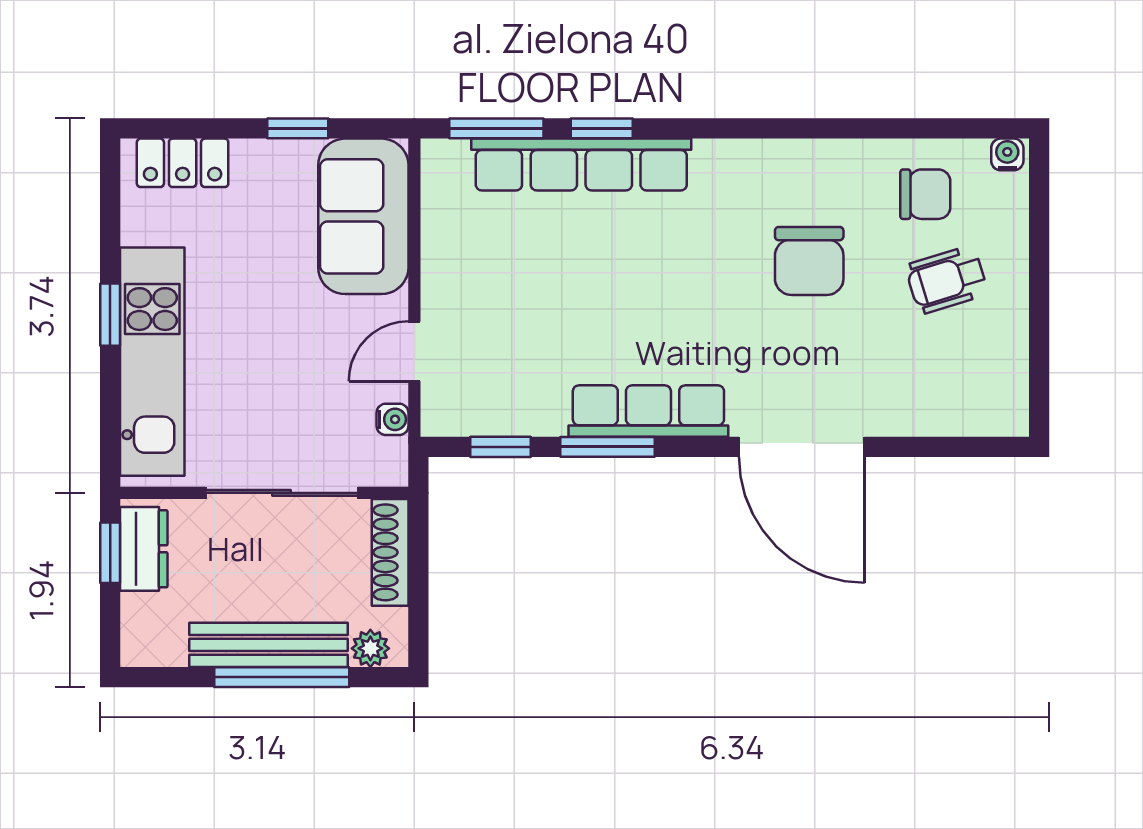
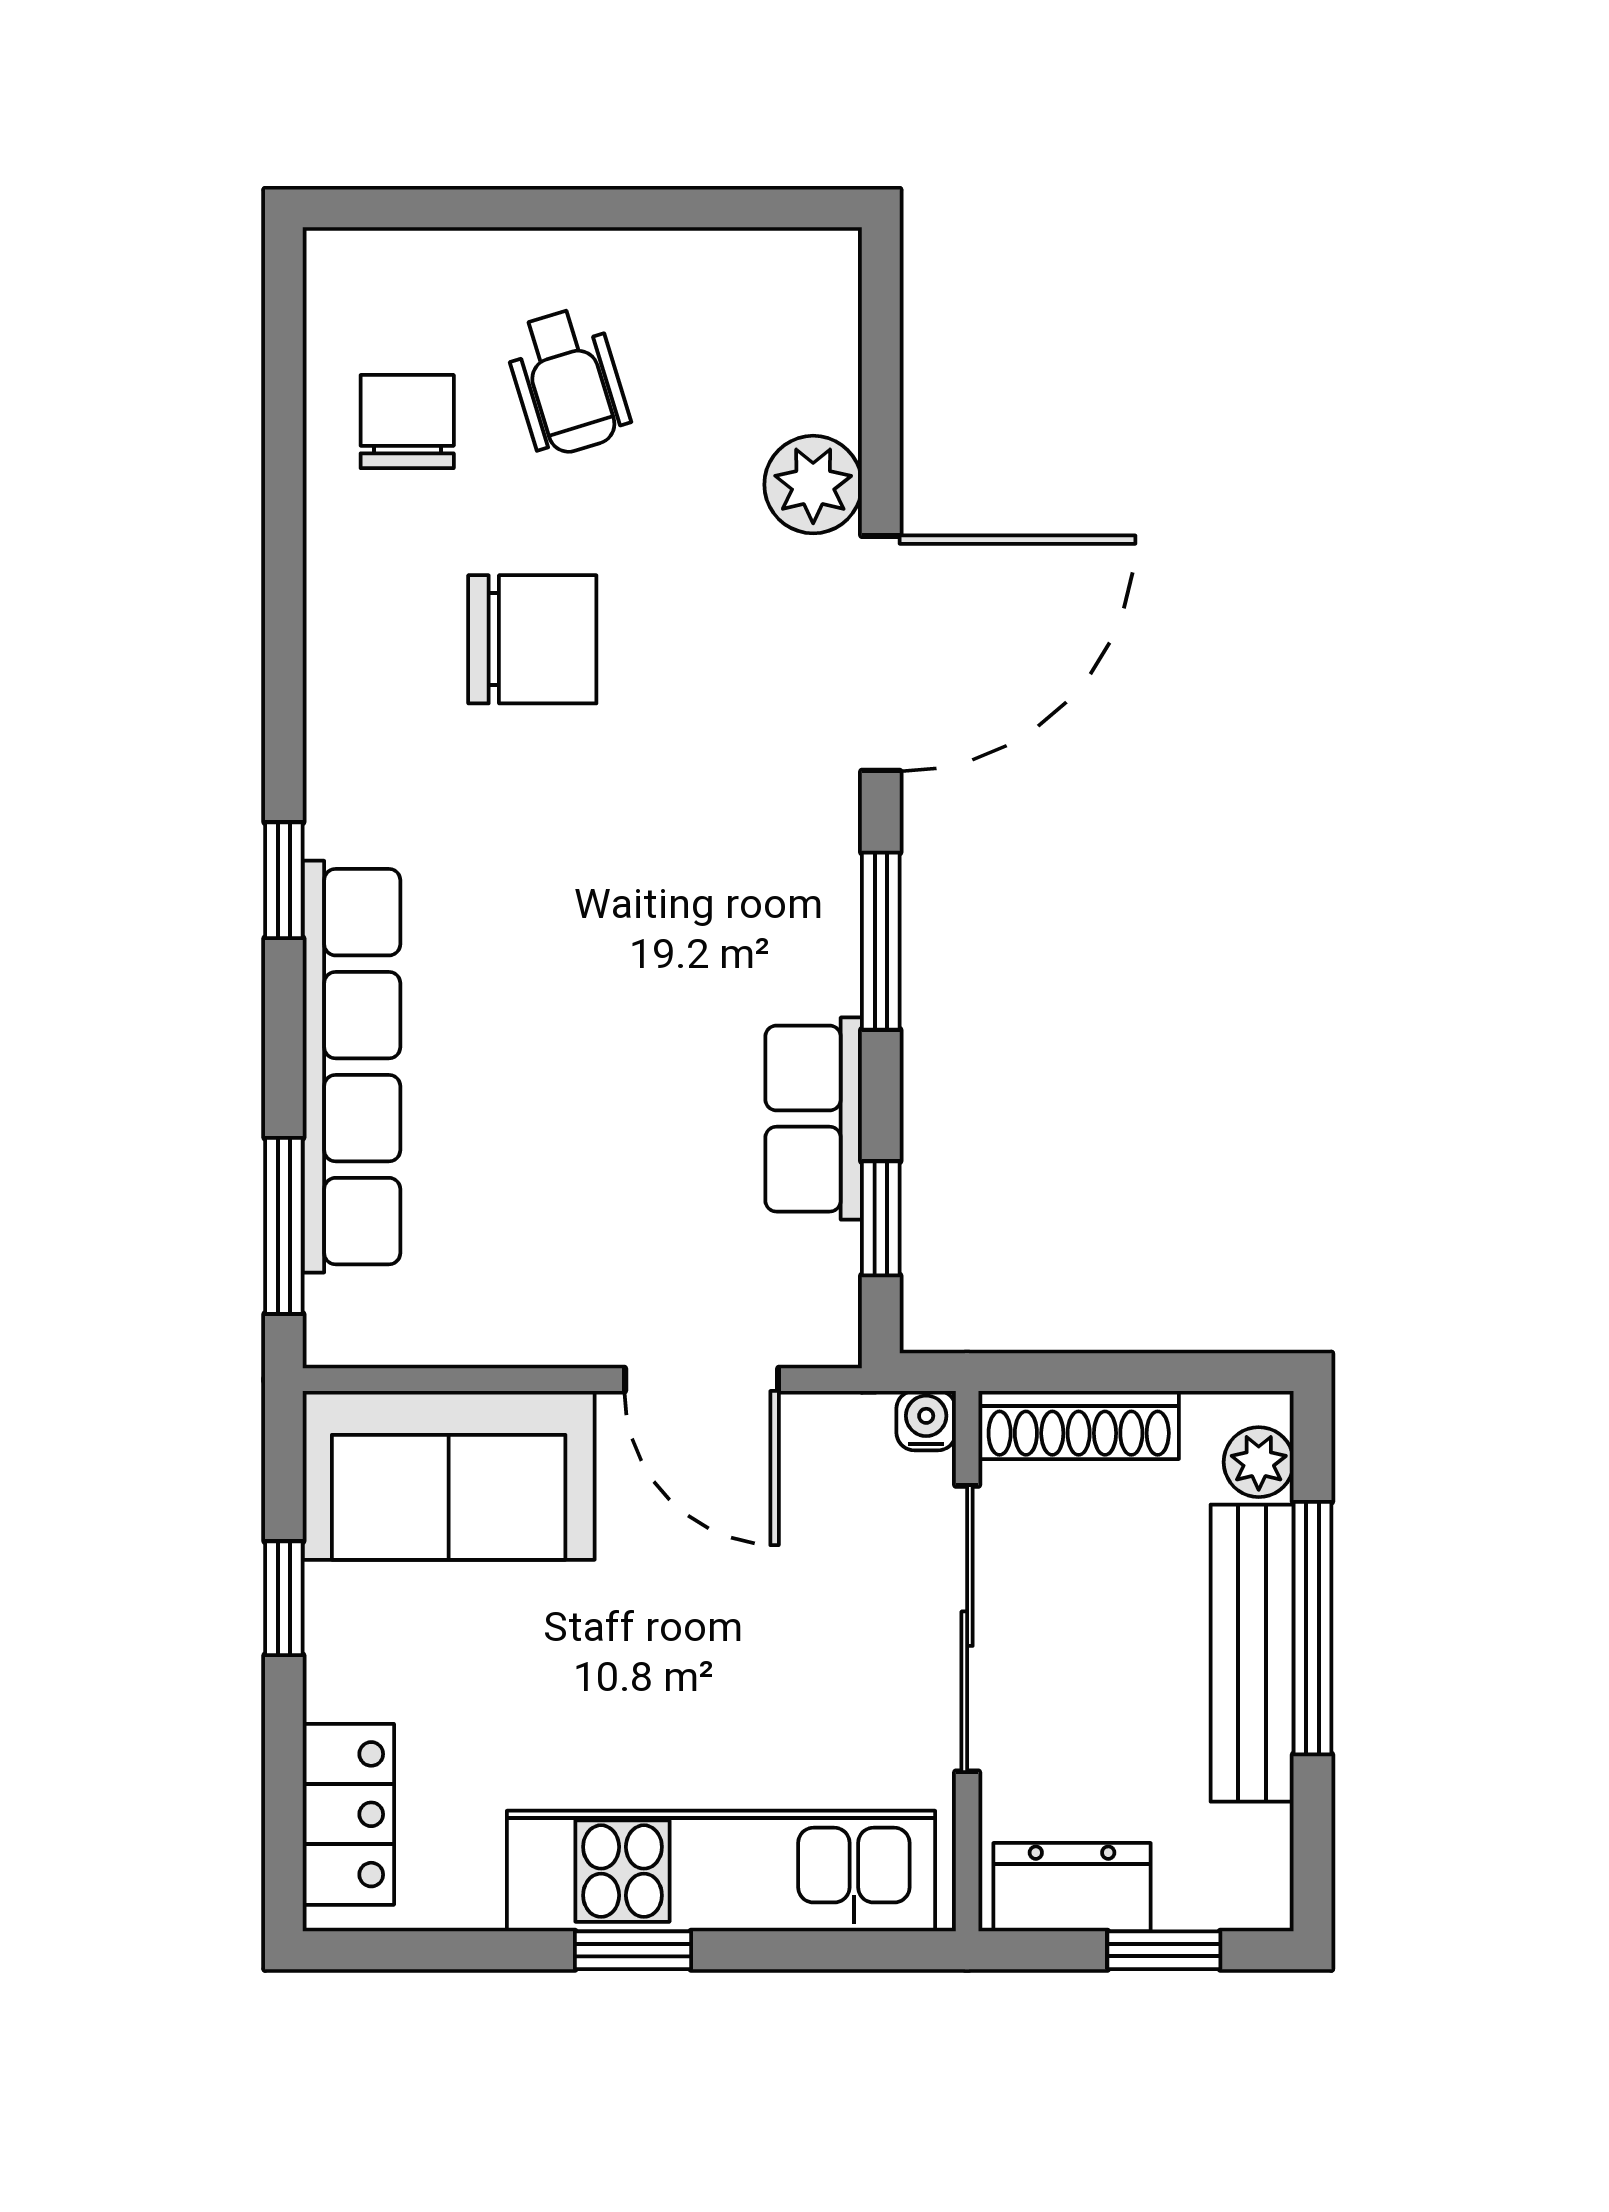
window: (602, 128) -> (284, 880), moved
water cooler: (1007, 154) -> (333, 268), removed
door: (414, 351) -> (702, 1380), width x1.38
row of seats: (648, 411) -> (814, 1119), moved, width x0.68
plant: (892, 411) -> (813, 485), added
water cooler: (393, 419) -> (926, 1421), moved
window: (608, 447) -> (881, 941), moved
window: (110, 553) -> (1164, 1950), moved

